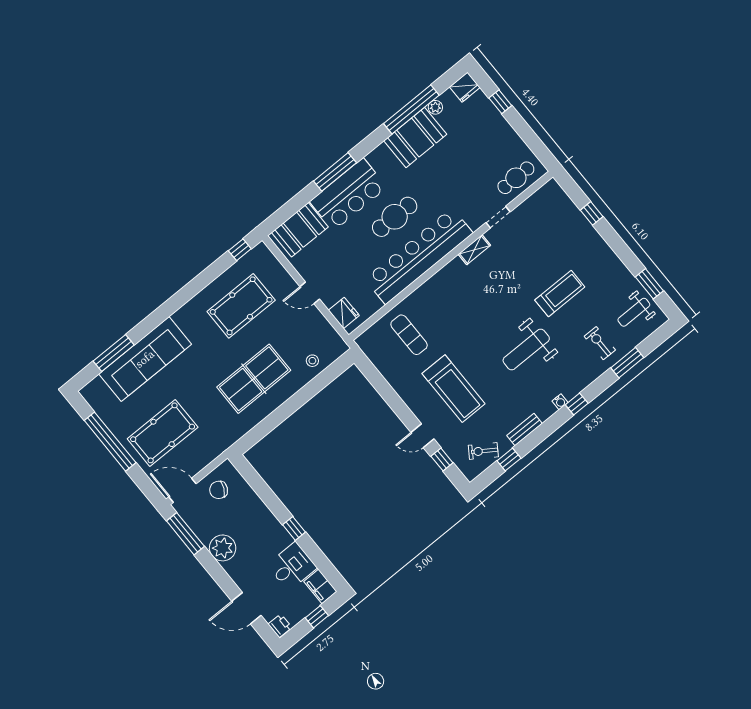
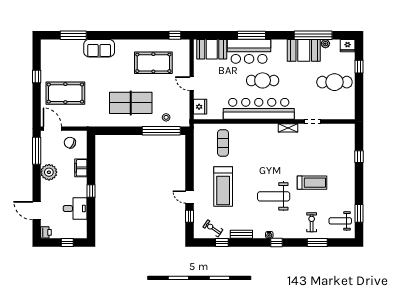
cafe table: (516, 178) -> (334, 82), moved, width x1.37, depth x1.35
sofa: (145, 359) -> (99, 48), width x0.54, depth x0.79
window: (320, 382) -> (161, 131), added
window: (110, 442) -> (37, 77), width x0.32
filing cabinet: (320, 586) -> (81, 168), moved

